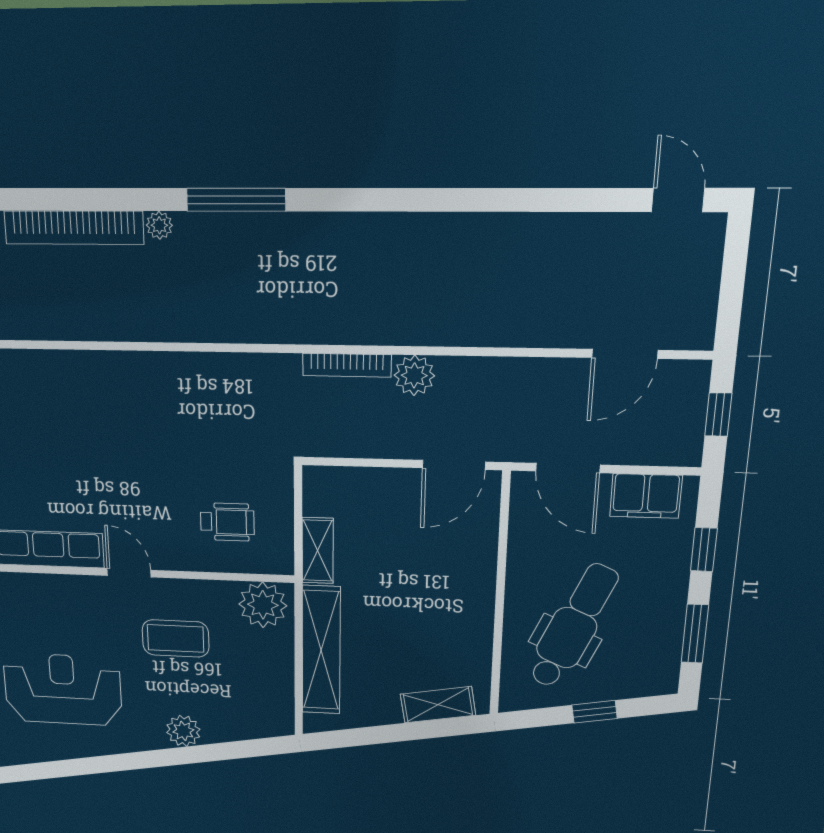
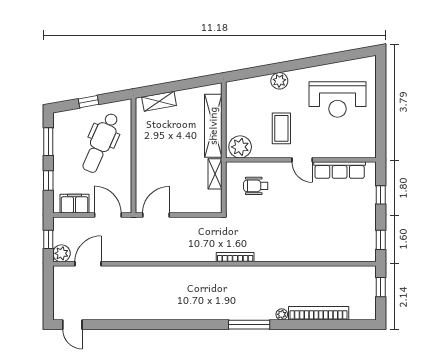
bookcase: (347, 365) -> (235, 257), moved
plant: (414, 375) -> (61, 253), moved
coffee table: (176, 638) -> (281, 128), turned 90

